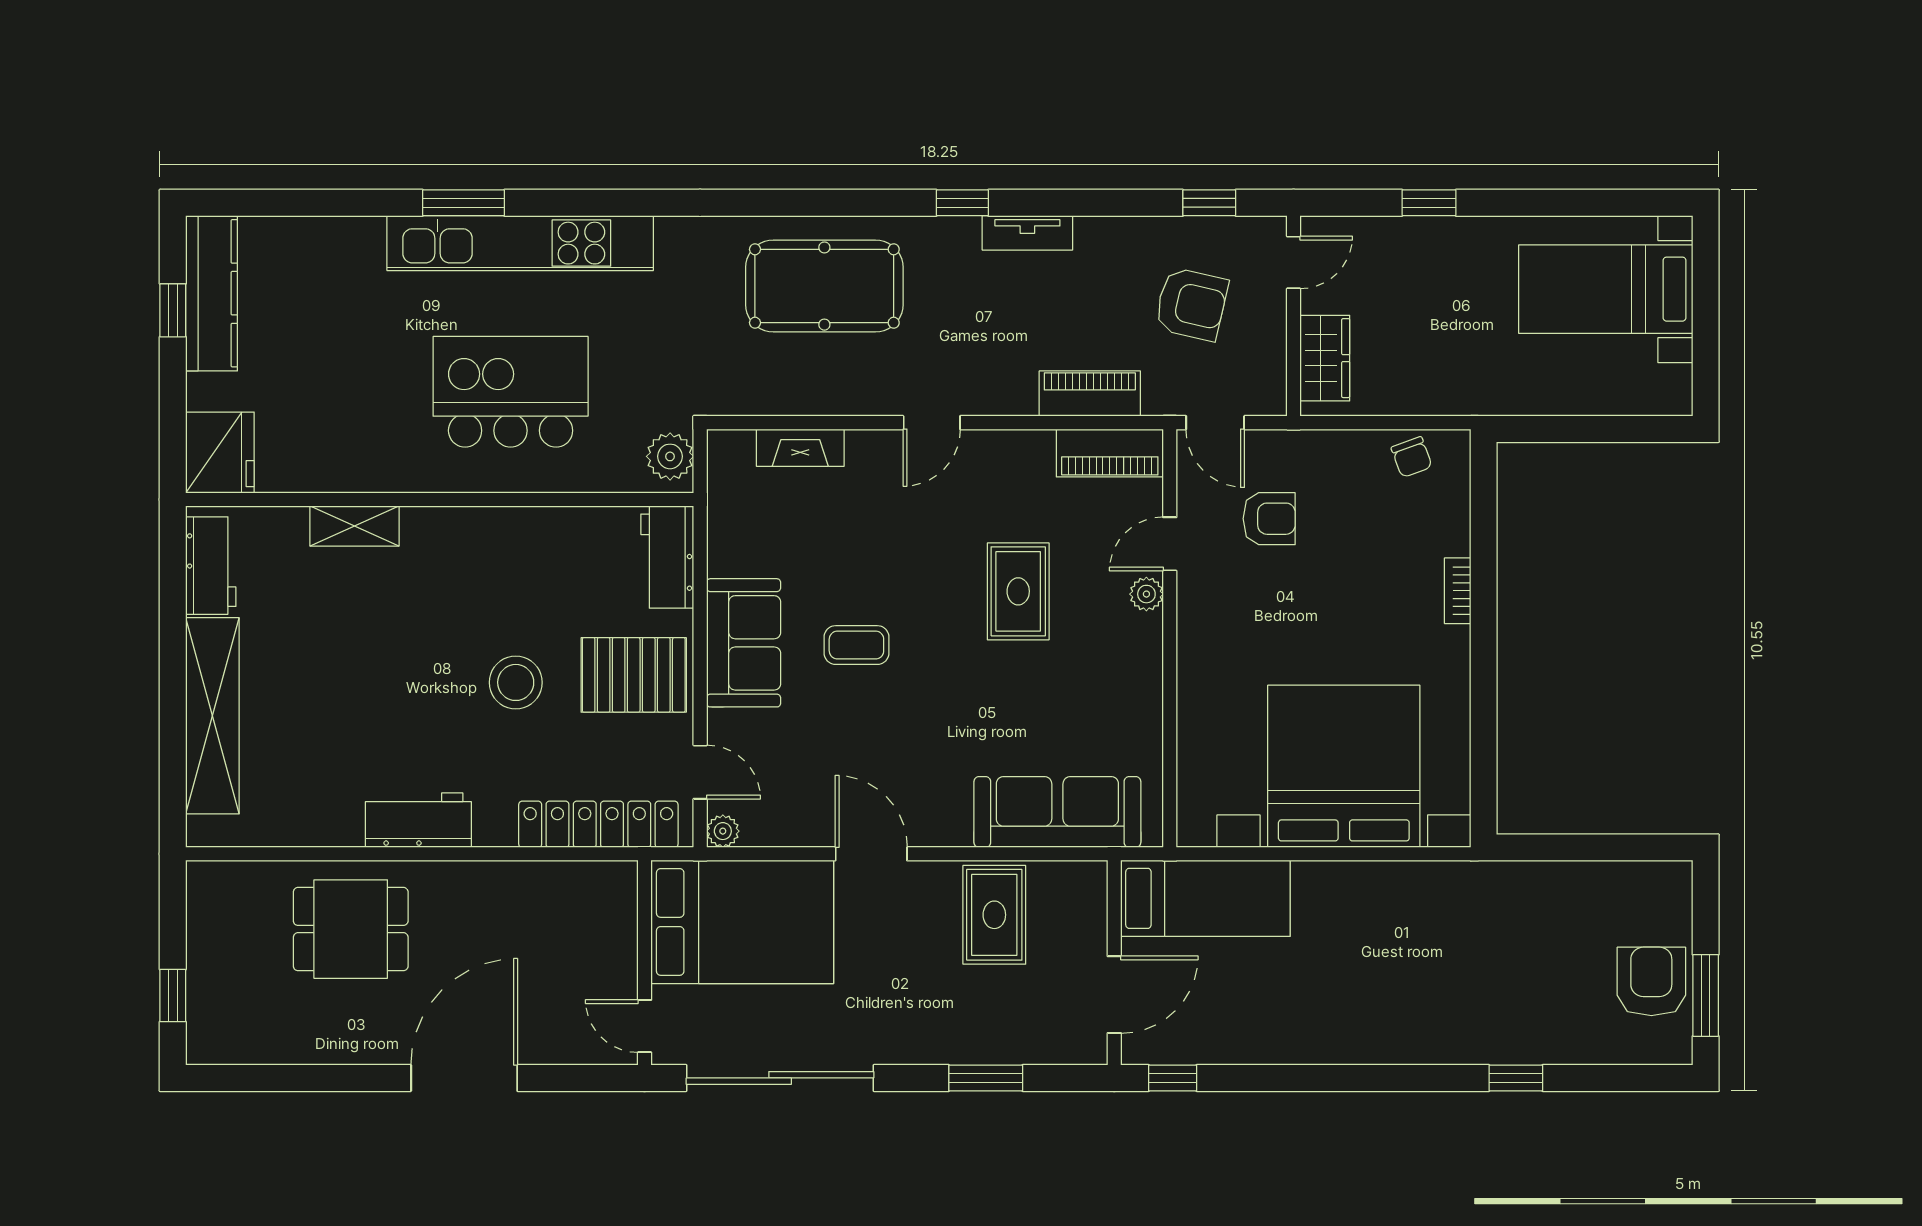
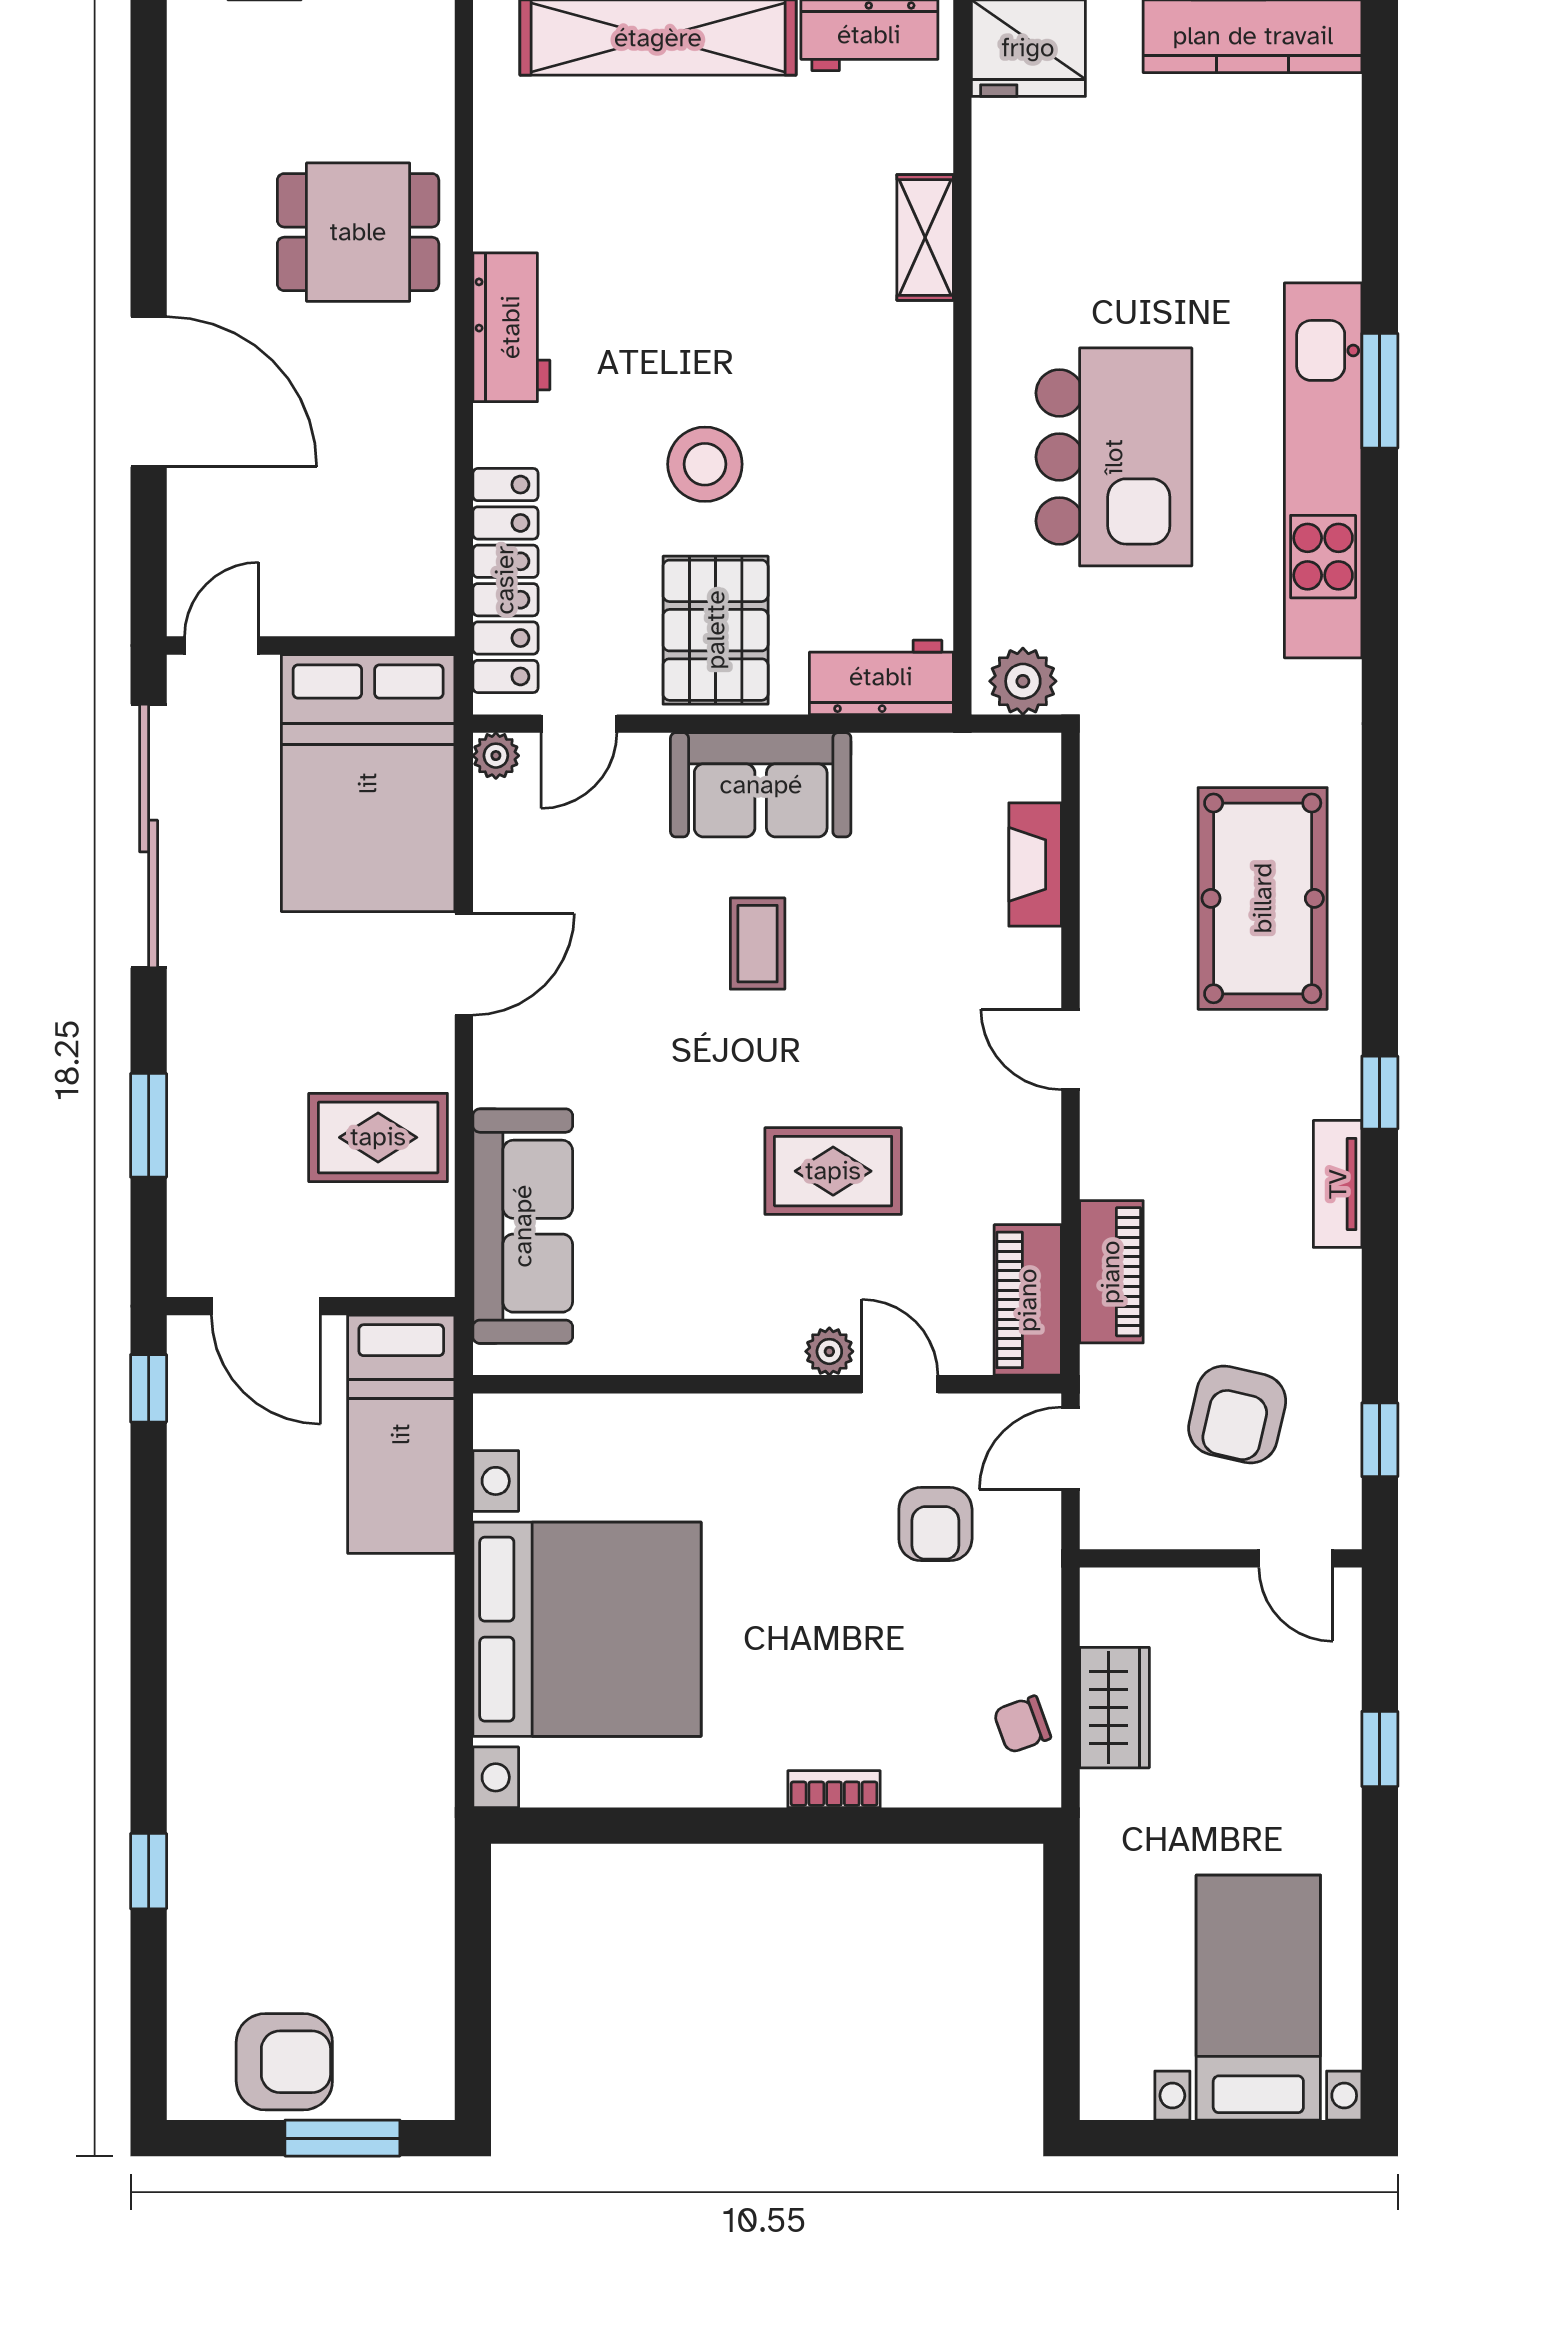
wardrobe: (1325, 358) -> (1114, 1708), moved, turned -90
dining table: (351, 929) -> (358, 232), turned 90
window: (1706, 995) -> (342, 2138), moved

